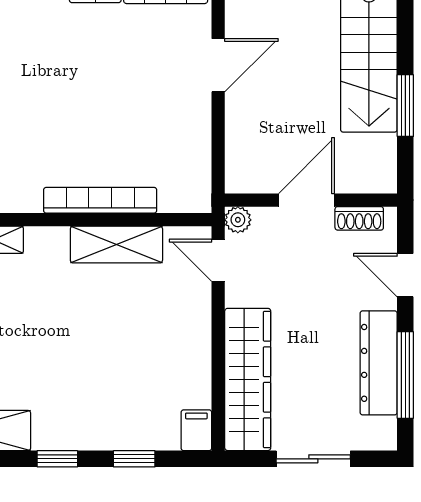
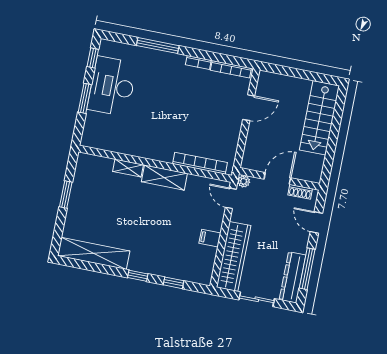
window: (405, 106) -> (332, 144), removed
bookcase: (100, 200) -> (200, 163), moved
shelving: (116, 245) -> (164, 178), moved
dresser: (379, 363) -> (293, 277), moved
filing cabinet: (196, 430) -> (210, 238), moved, turned -90

